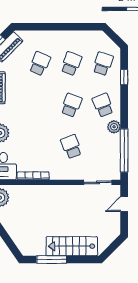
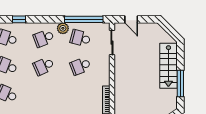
school desk: (71, 105) -> (44, 66), turned -45
school desk: (103, 147) -> (80, 38), added

